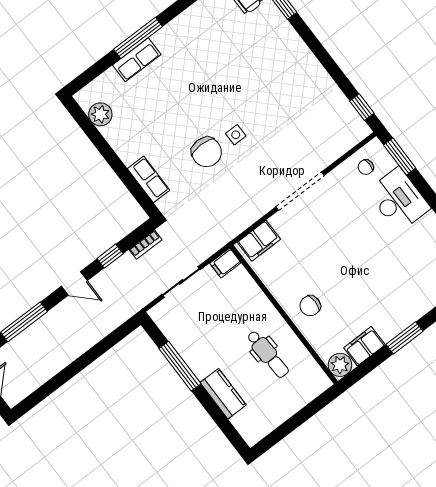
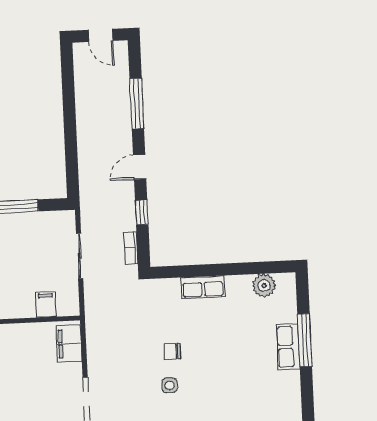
window: (138, 38) -> (305, 340), moved
chair: (207, 152) -> (172, 351), width x0.54, depth x0.54
row of seats: (149, 179) -> (203, 287), moved
filing cabinet: (225, 263) -> (46, 304), moved

